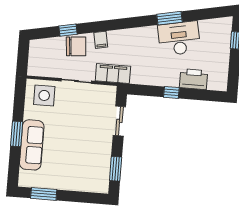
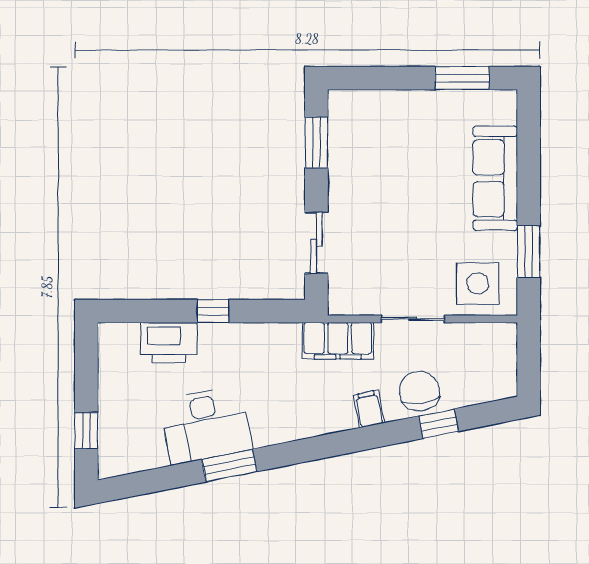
chair: (76, 46) -> (419, 391), turned 87
window: (17, 134) -> (529, 252), moved

